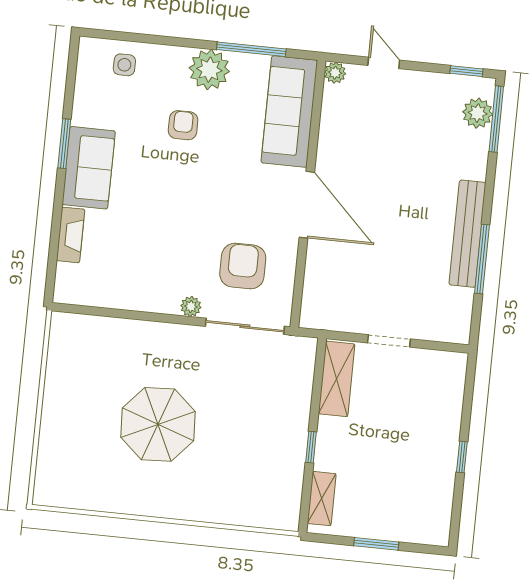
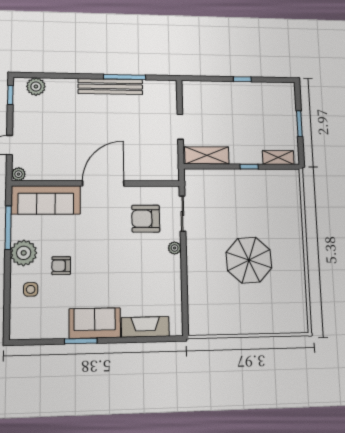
side table: (124, 65) -> (31, 289), moved
window: (496, 119) -> (39, 75), removed
fireplace: (71, 235) -> (145, 327), width x1.37, depth x1.32
sliding door: (245, 326) -> (182, 214), width x0.73

